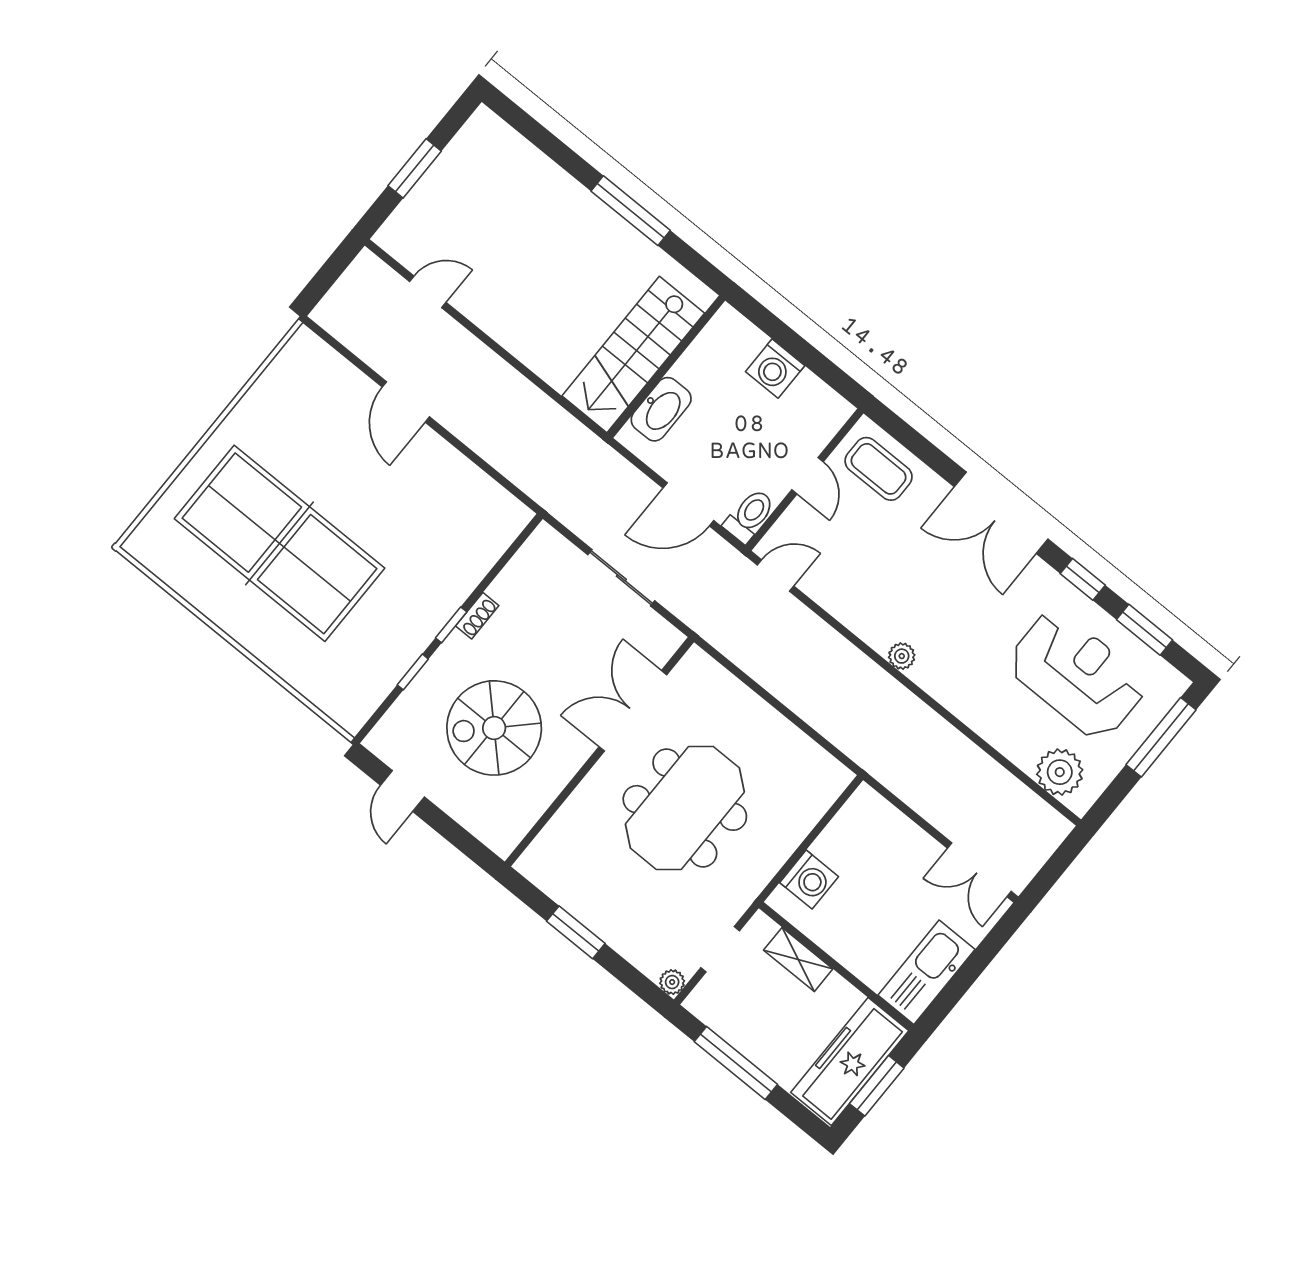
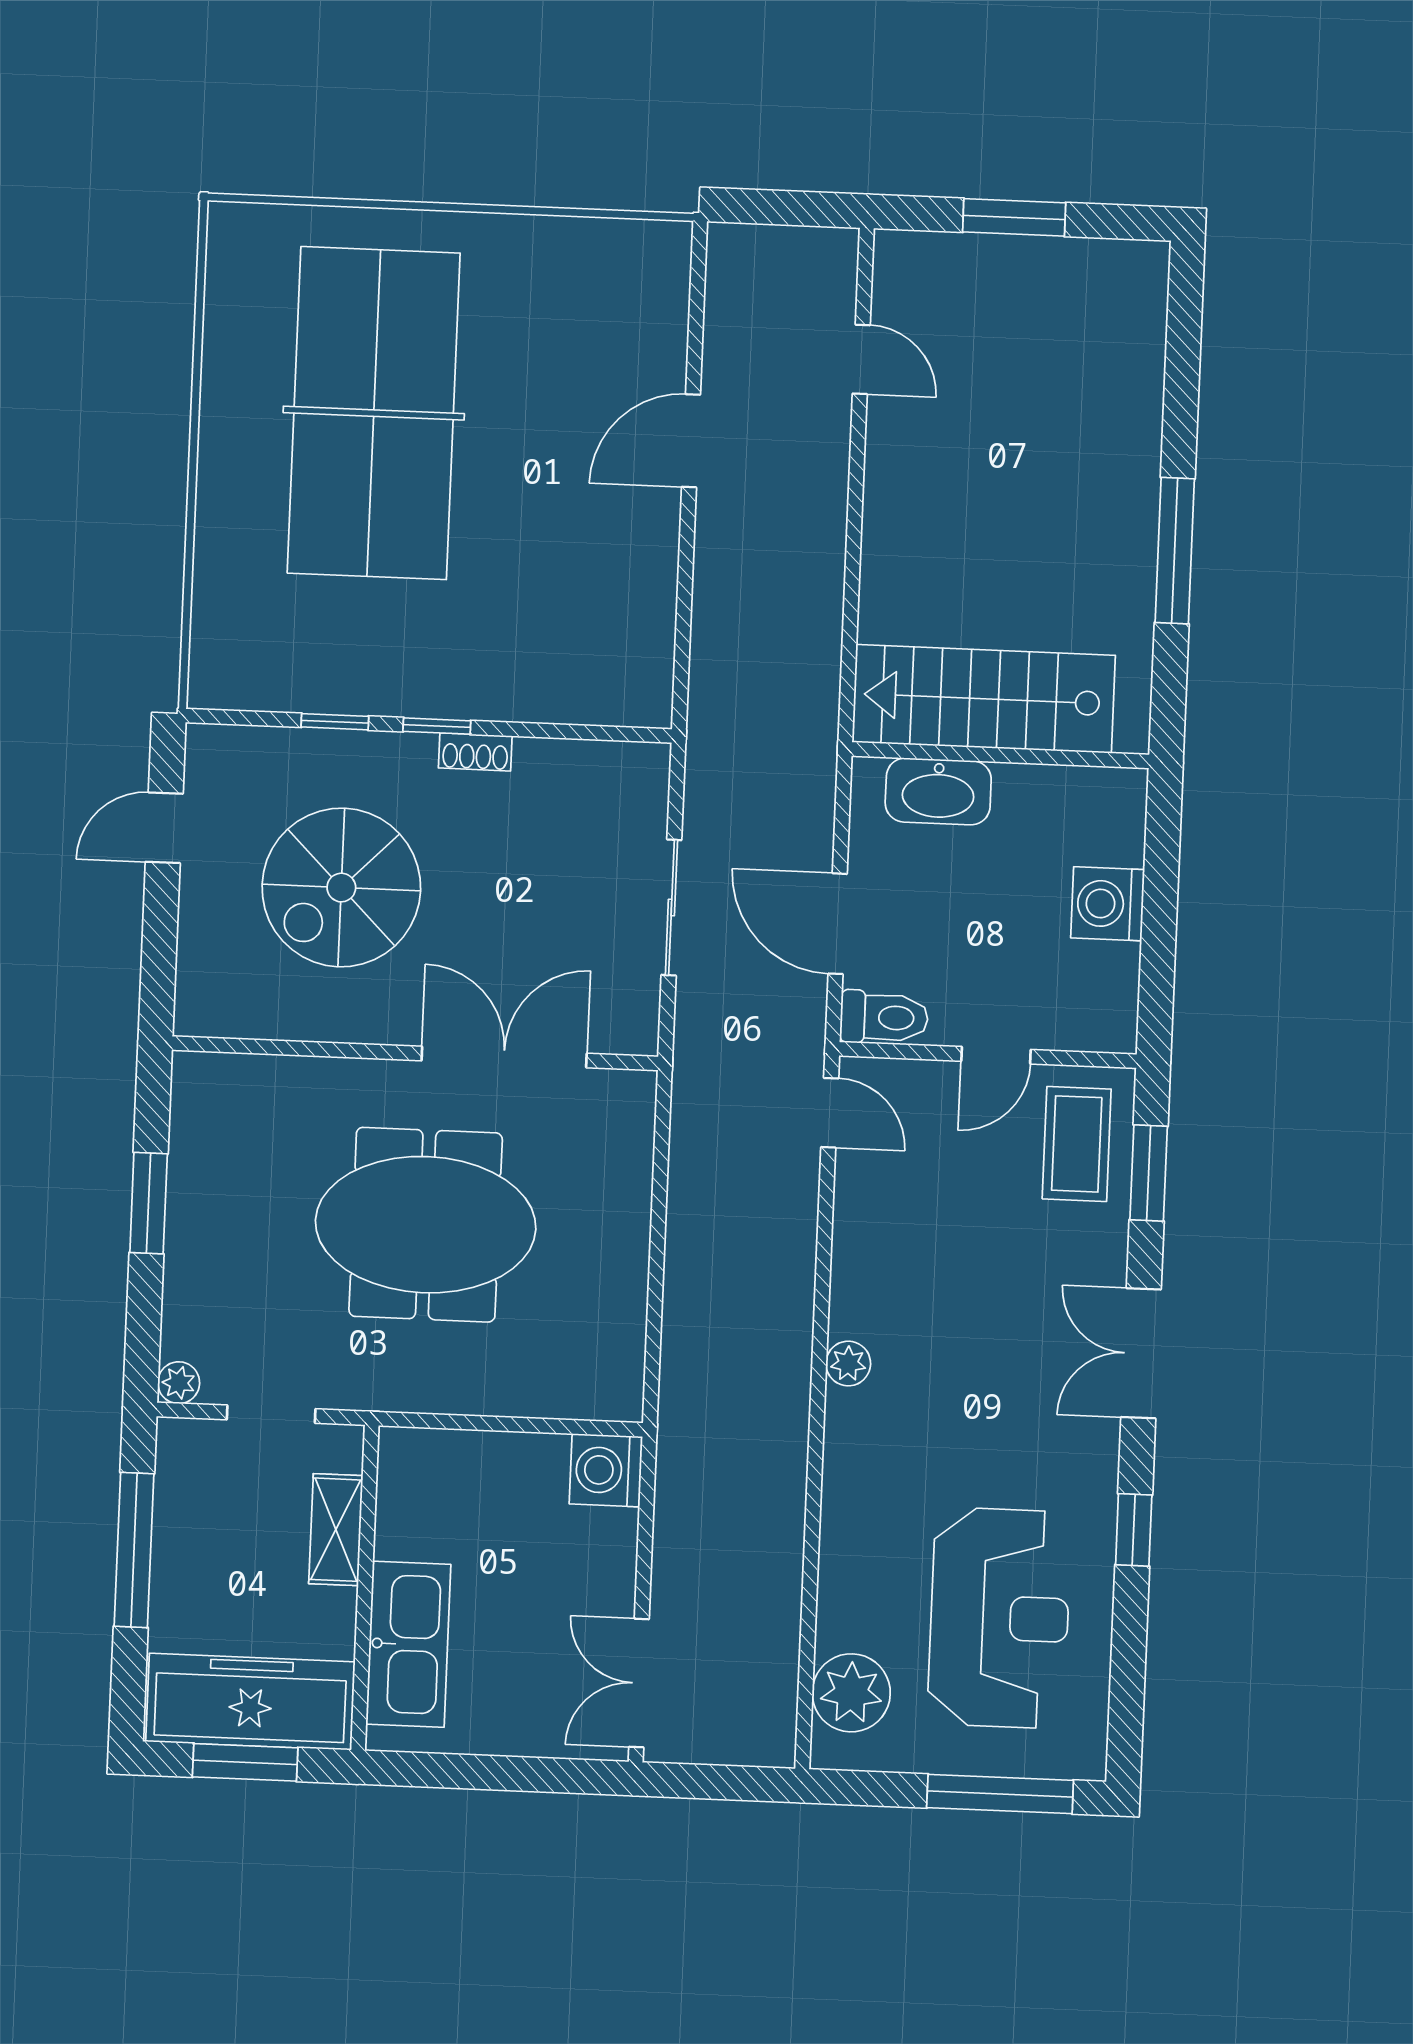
double door: (1001, 513) -> (1141, 1353), width x0.73
window: (1145, 630) -> (1149, 1173), moved
spiral stairs: (494, 728) -> (341, 888), turned -90
washing machine: (809, 880) -> (606, 1470), moved, turned 90
kitchen sink: (926, 972) -> (408, 1644), moved, turned 90

